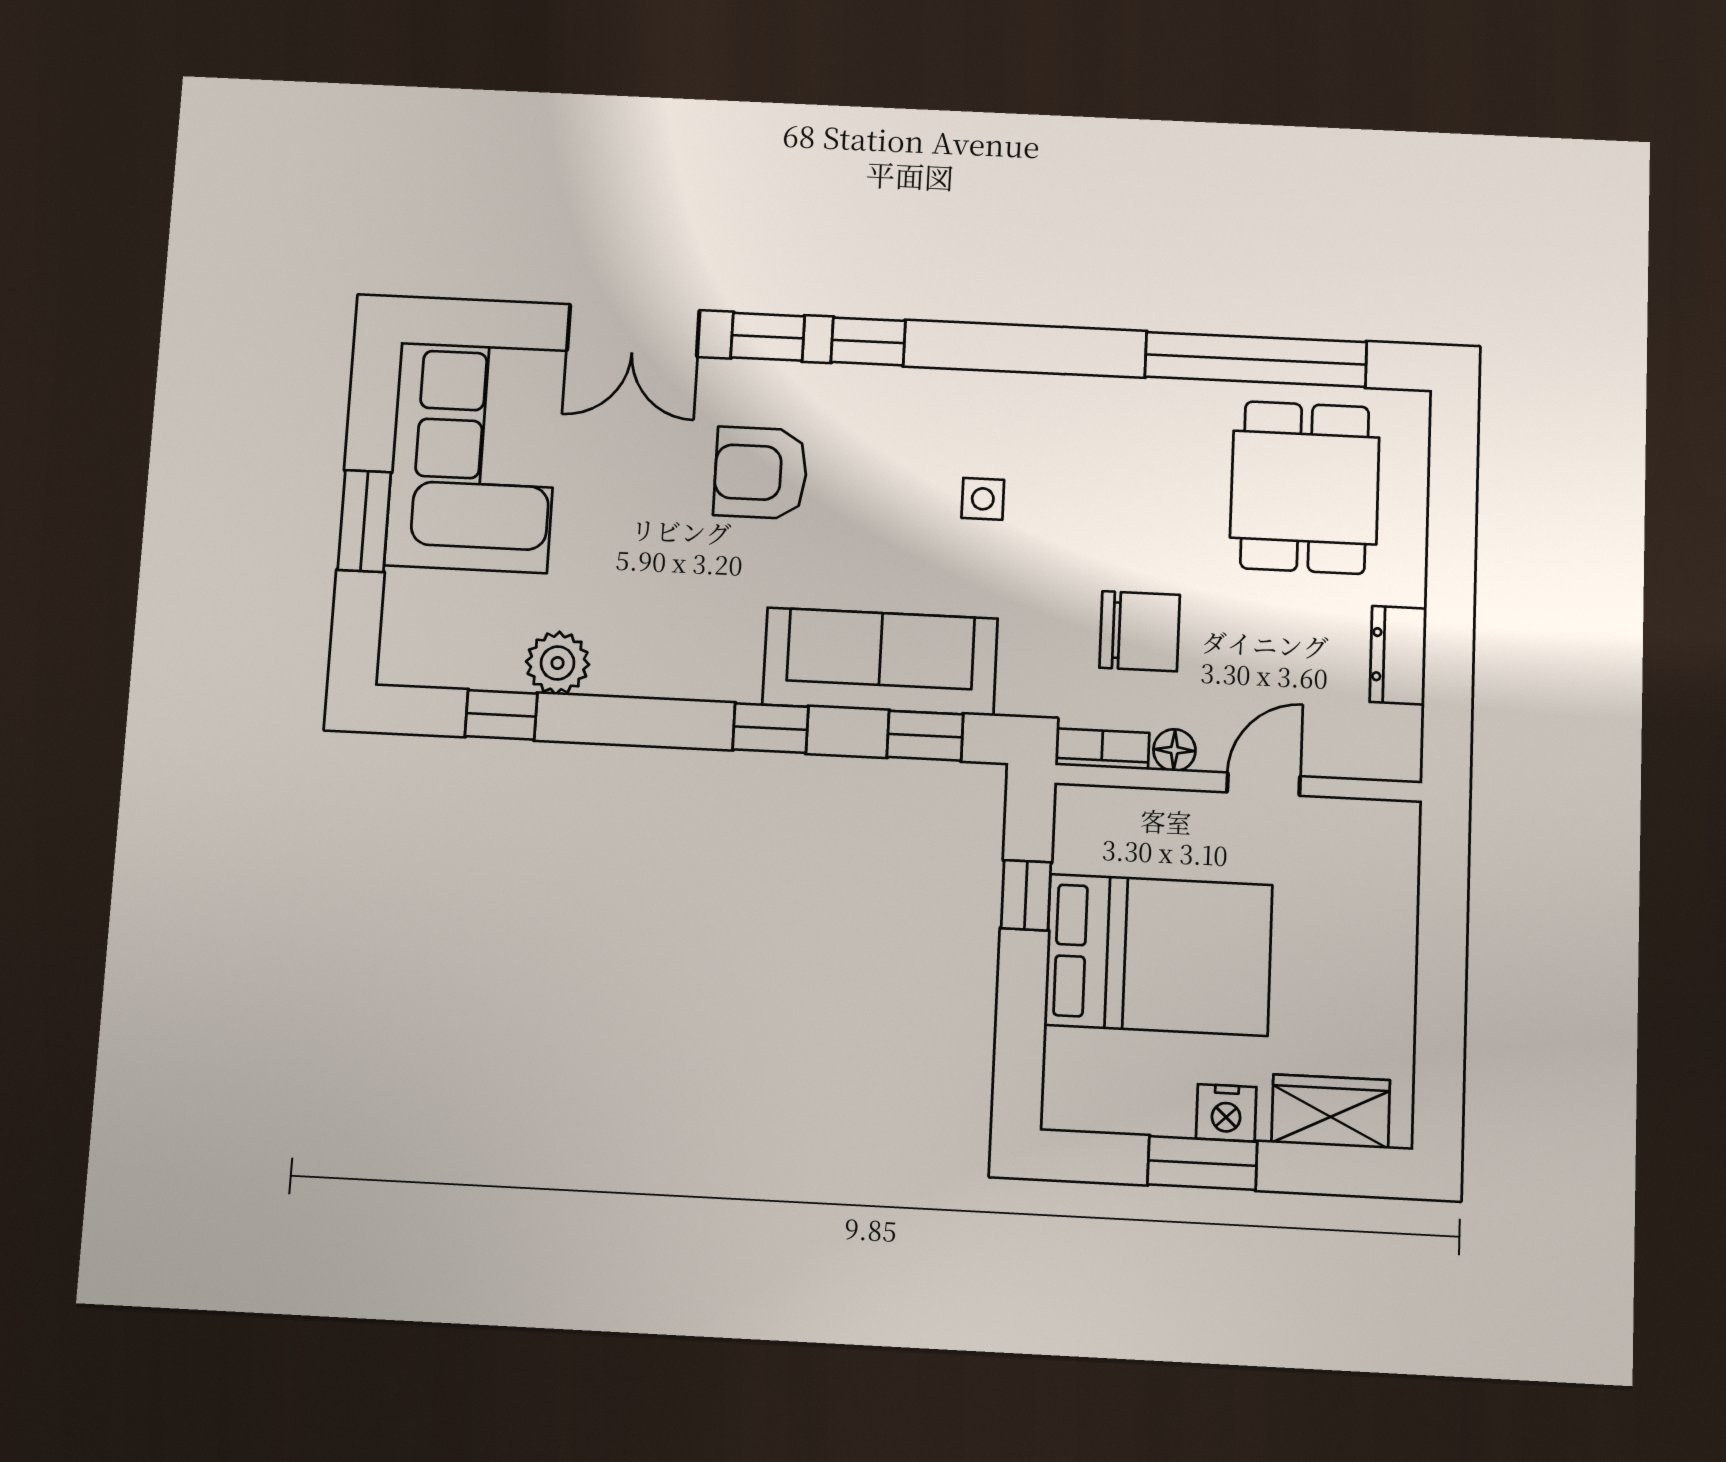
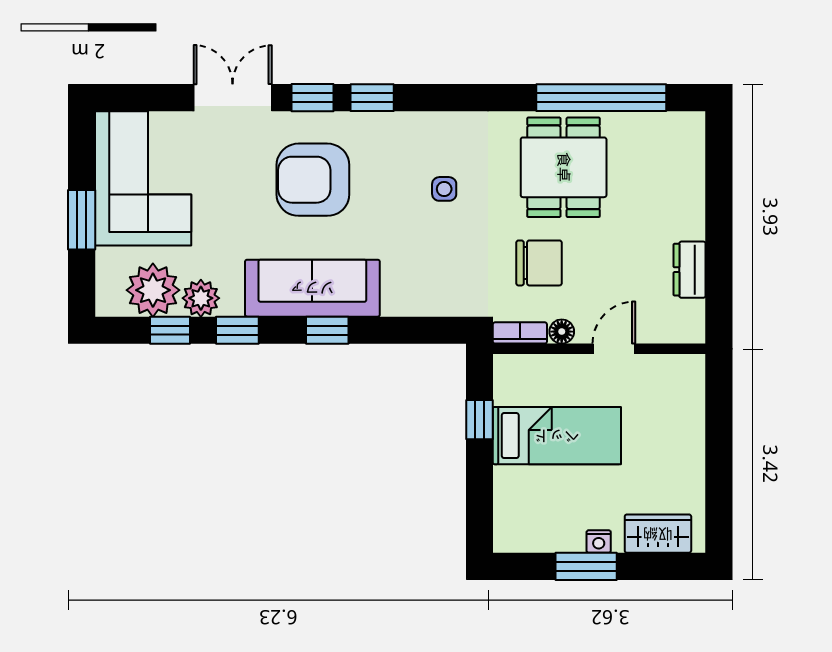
double door: (633, 331) -> (233, 98), swing flipped
armchair: (761, 473) -> (313, 180), width x1.36, depth x1.36
dining table: (1305, 487) -> (564, 167), moved
plant: (477, 645) -> (153, 290), added
sofa: (880, 662) -> (312, 288), moved
window: (925, 736) -> (237, 330), moved
bed: (1158, 955) -> (557, 436), width x0.67
nightstand: (1226, 1113) -> (599, 541), width x0.72, depth x0.74

